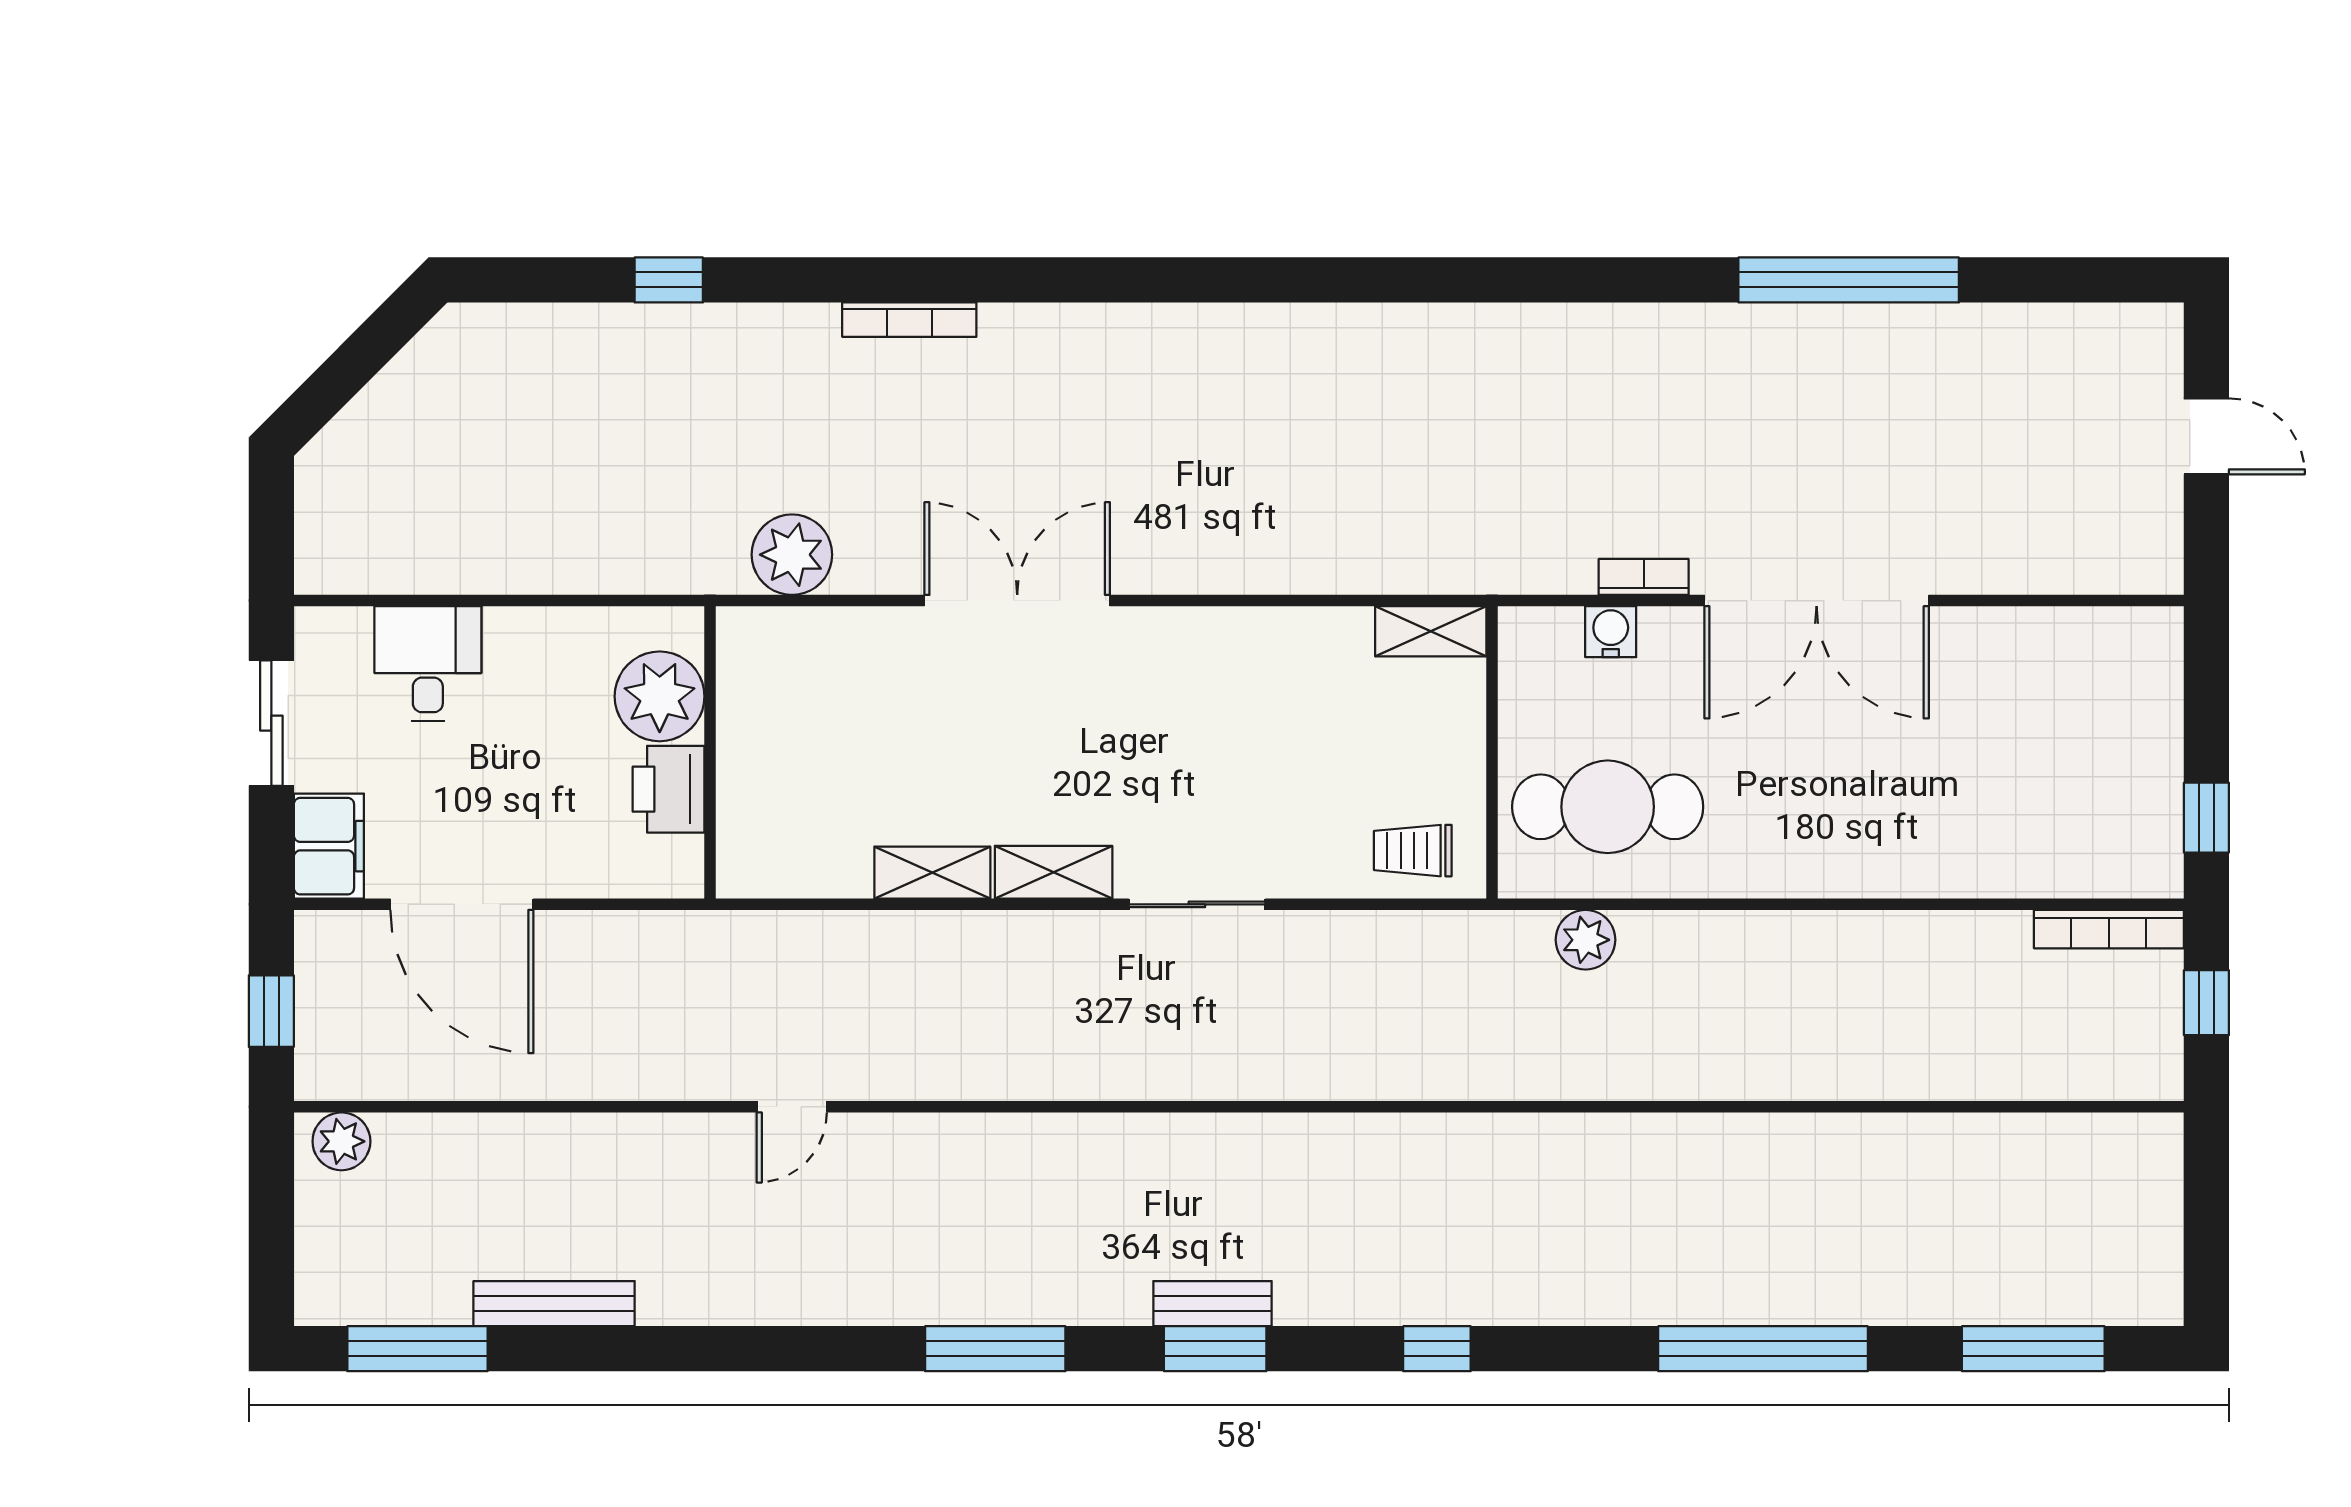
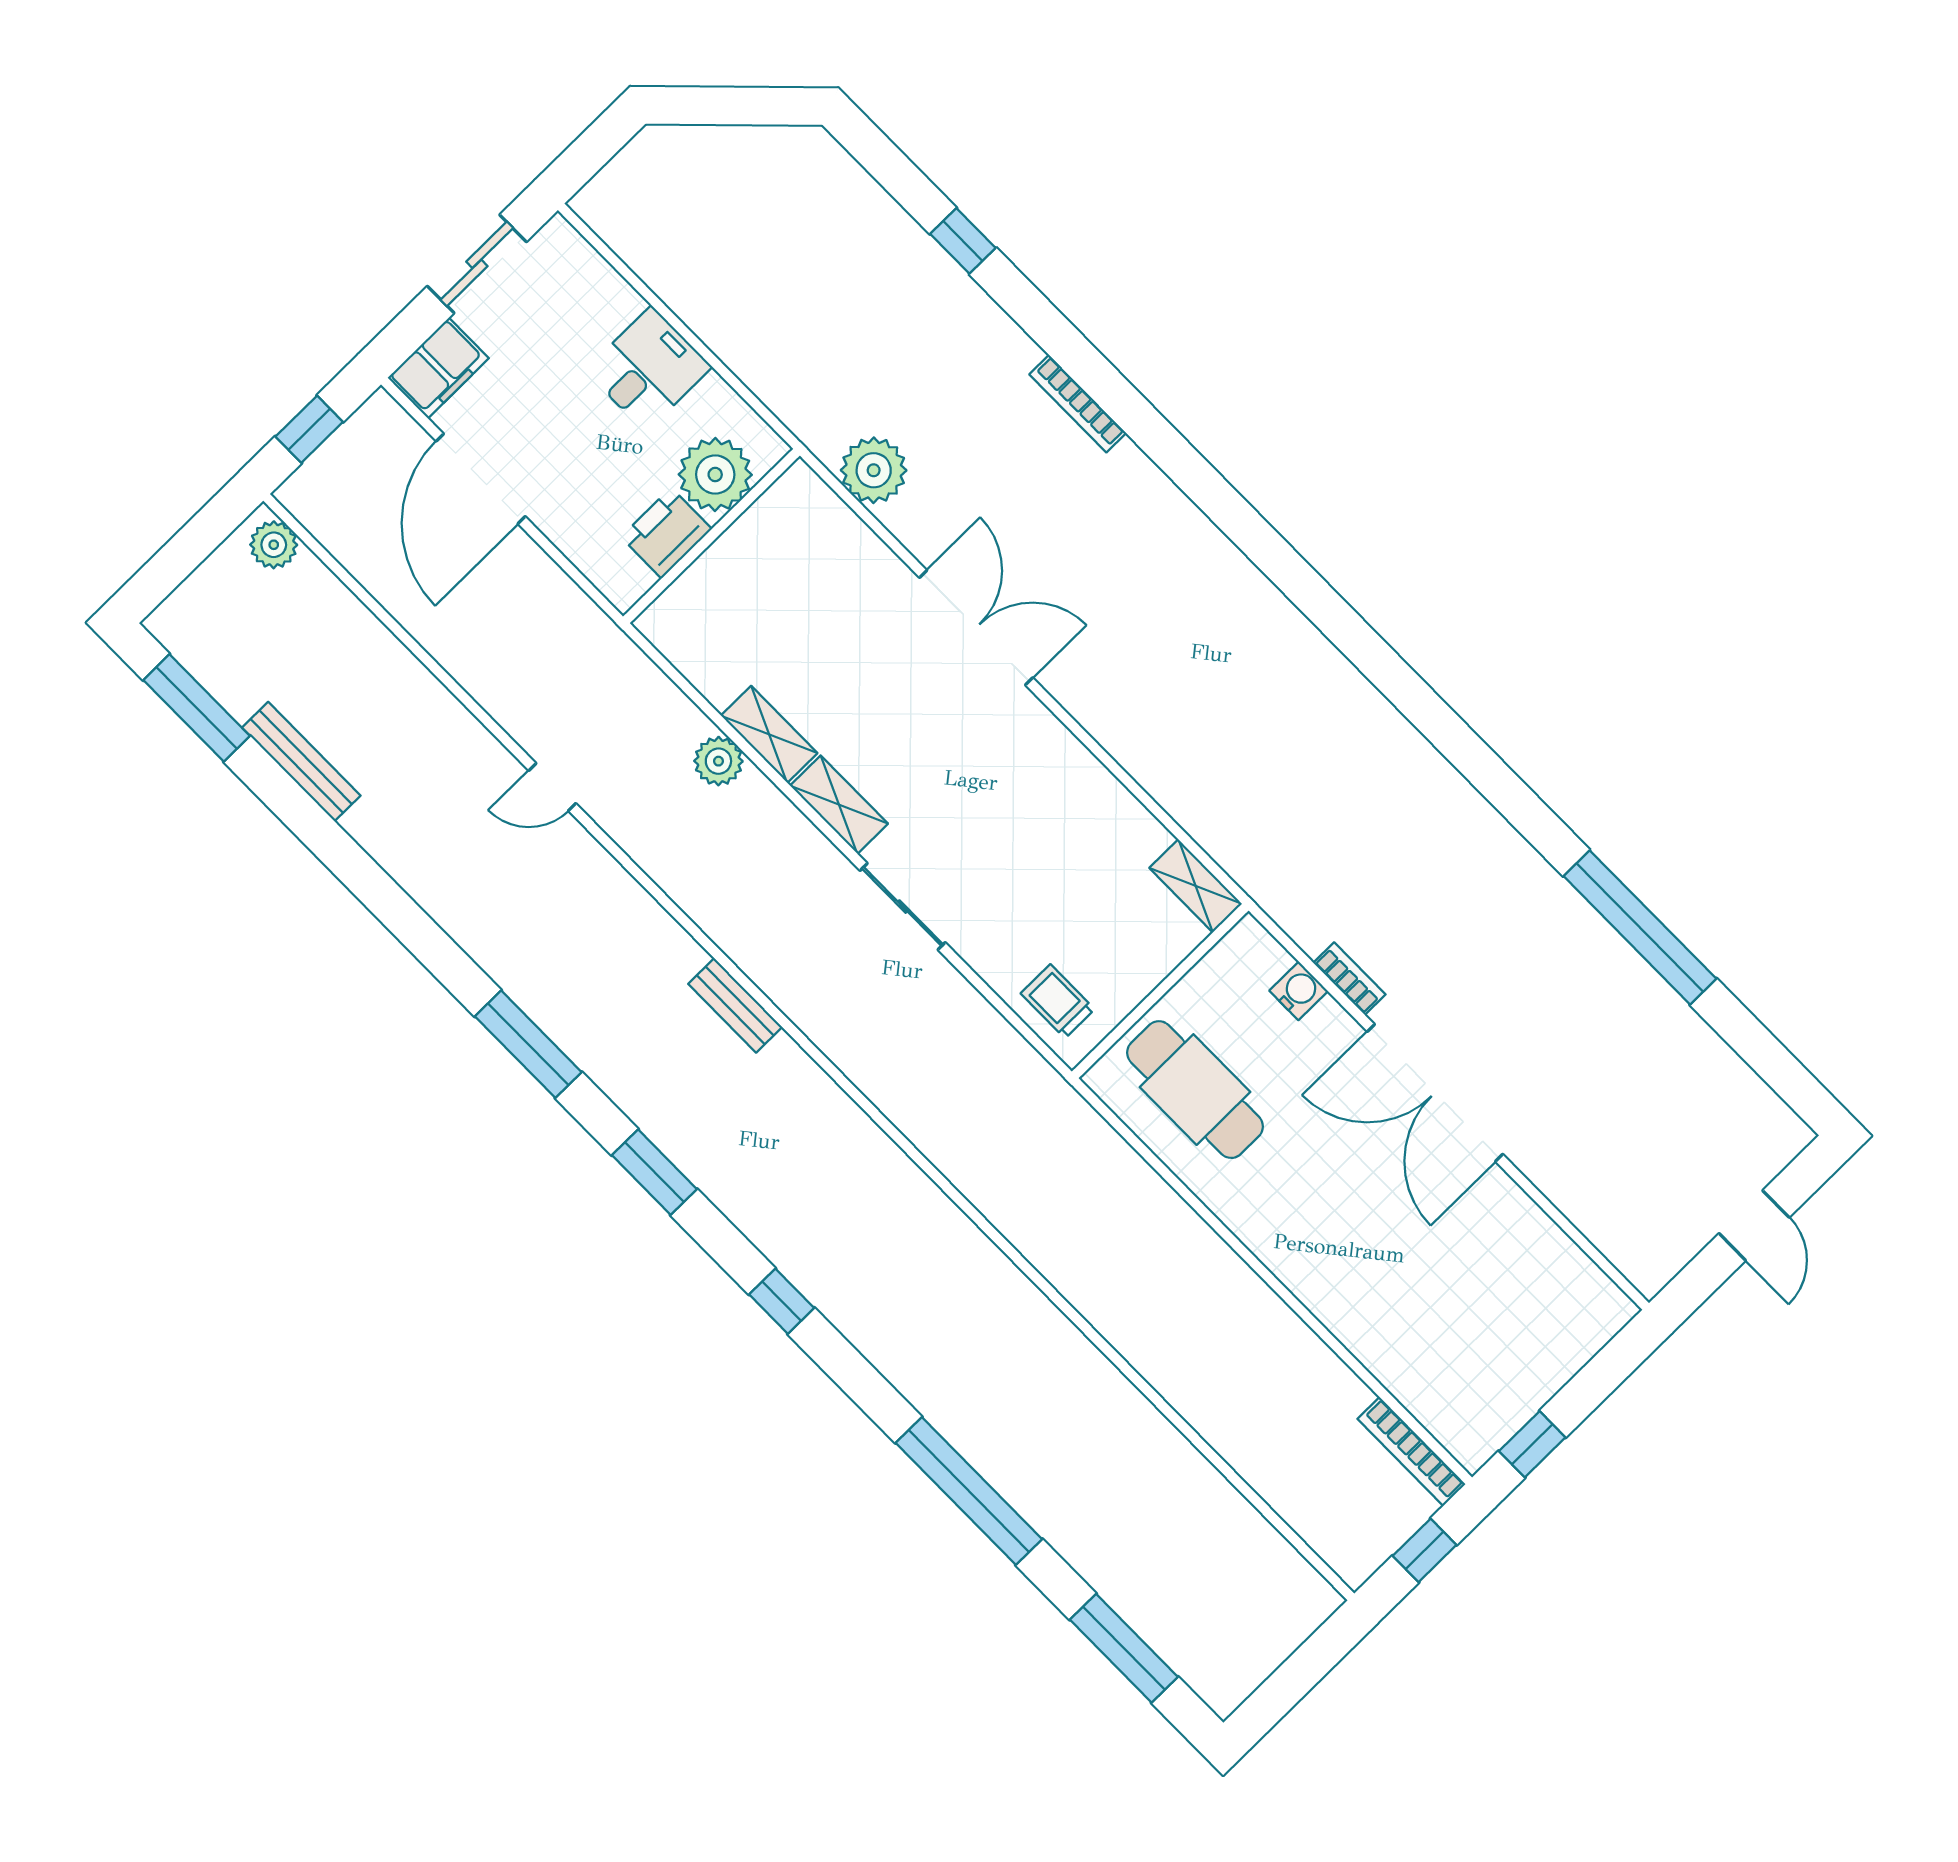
desk: (428, 664) -> (648, 369), moved
plant: (1586, 940) -> (718, 761), moved
bench: (1212, 1304) -> (735, 1005), moved

